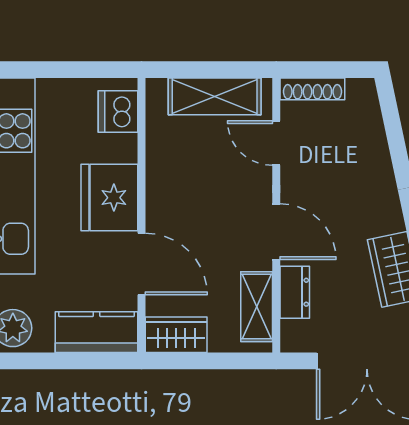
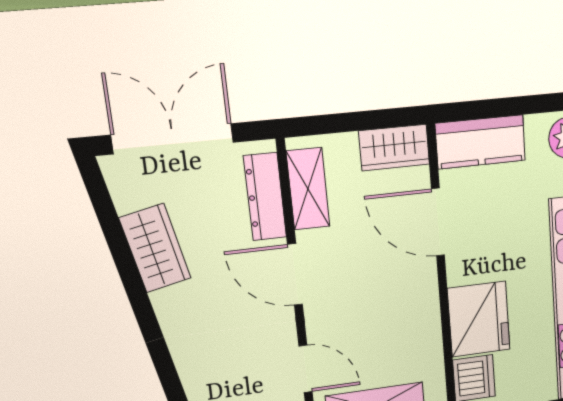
fridge: (109, 198) -> (479, 319), moved
dresser: (295, 292) -> (265, 197), width x1.44

